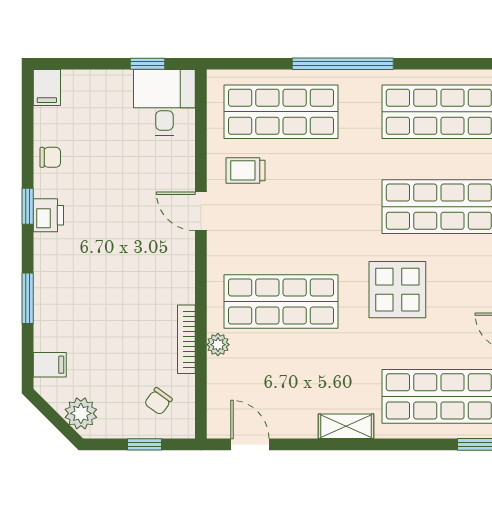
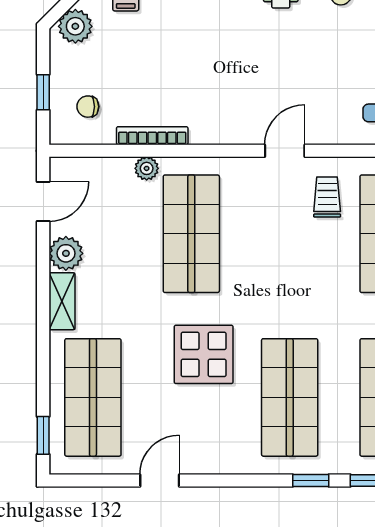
chair: (158, 401) -> (88, 107), turned -36
plant: (300, 422) -> (66, 253), added

